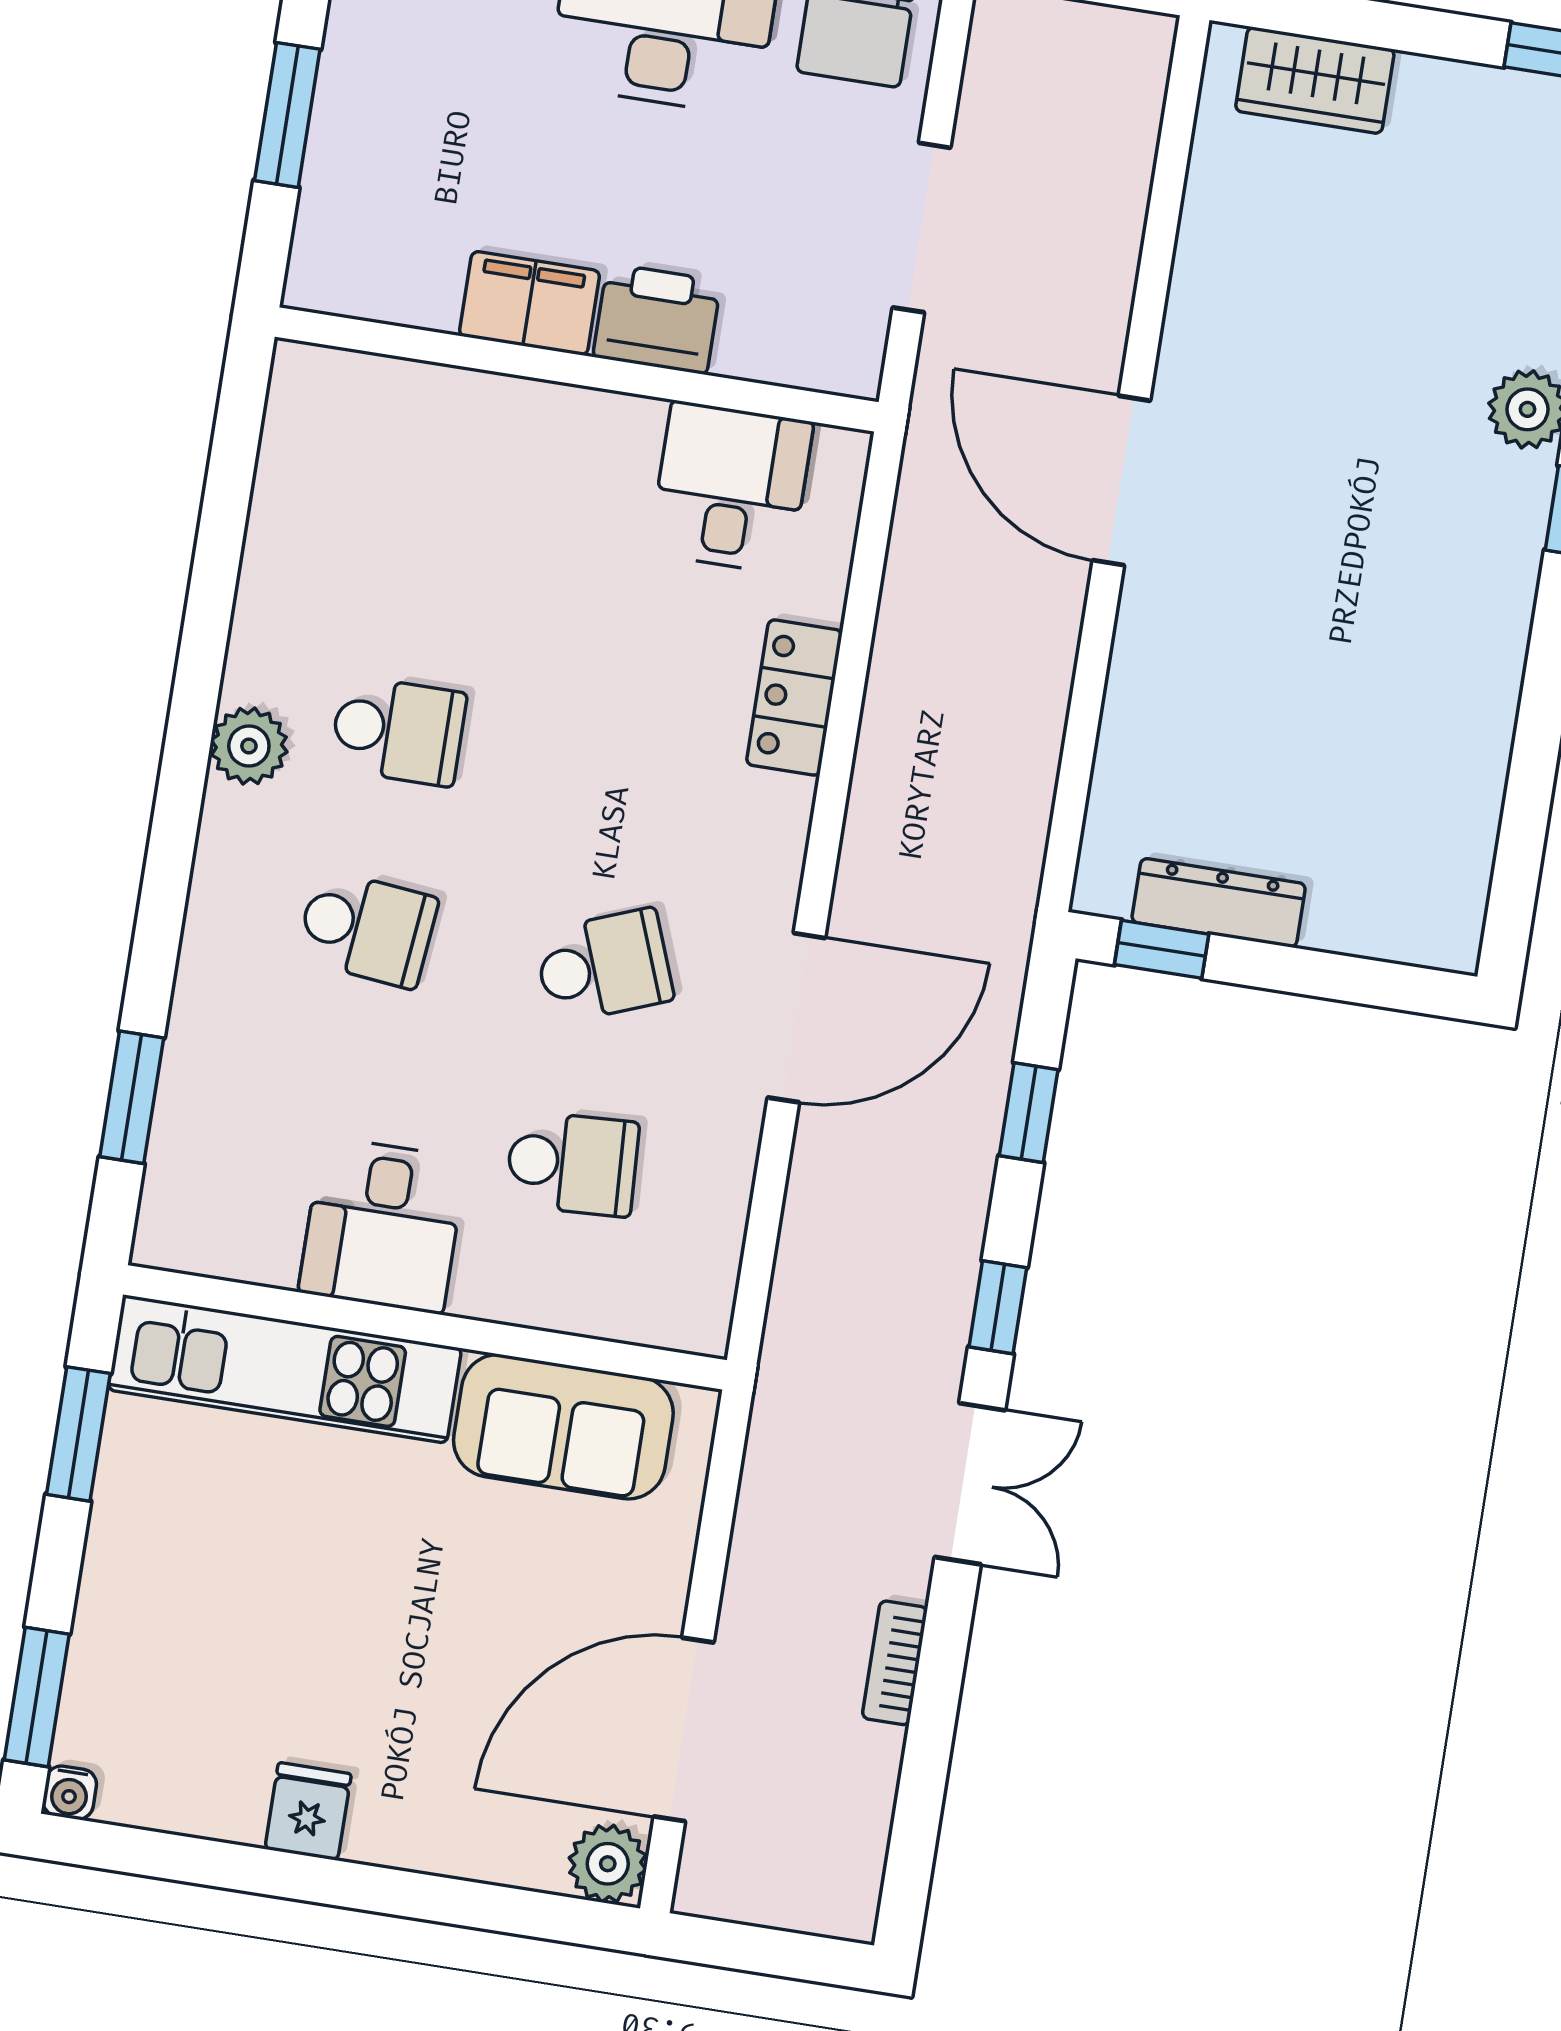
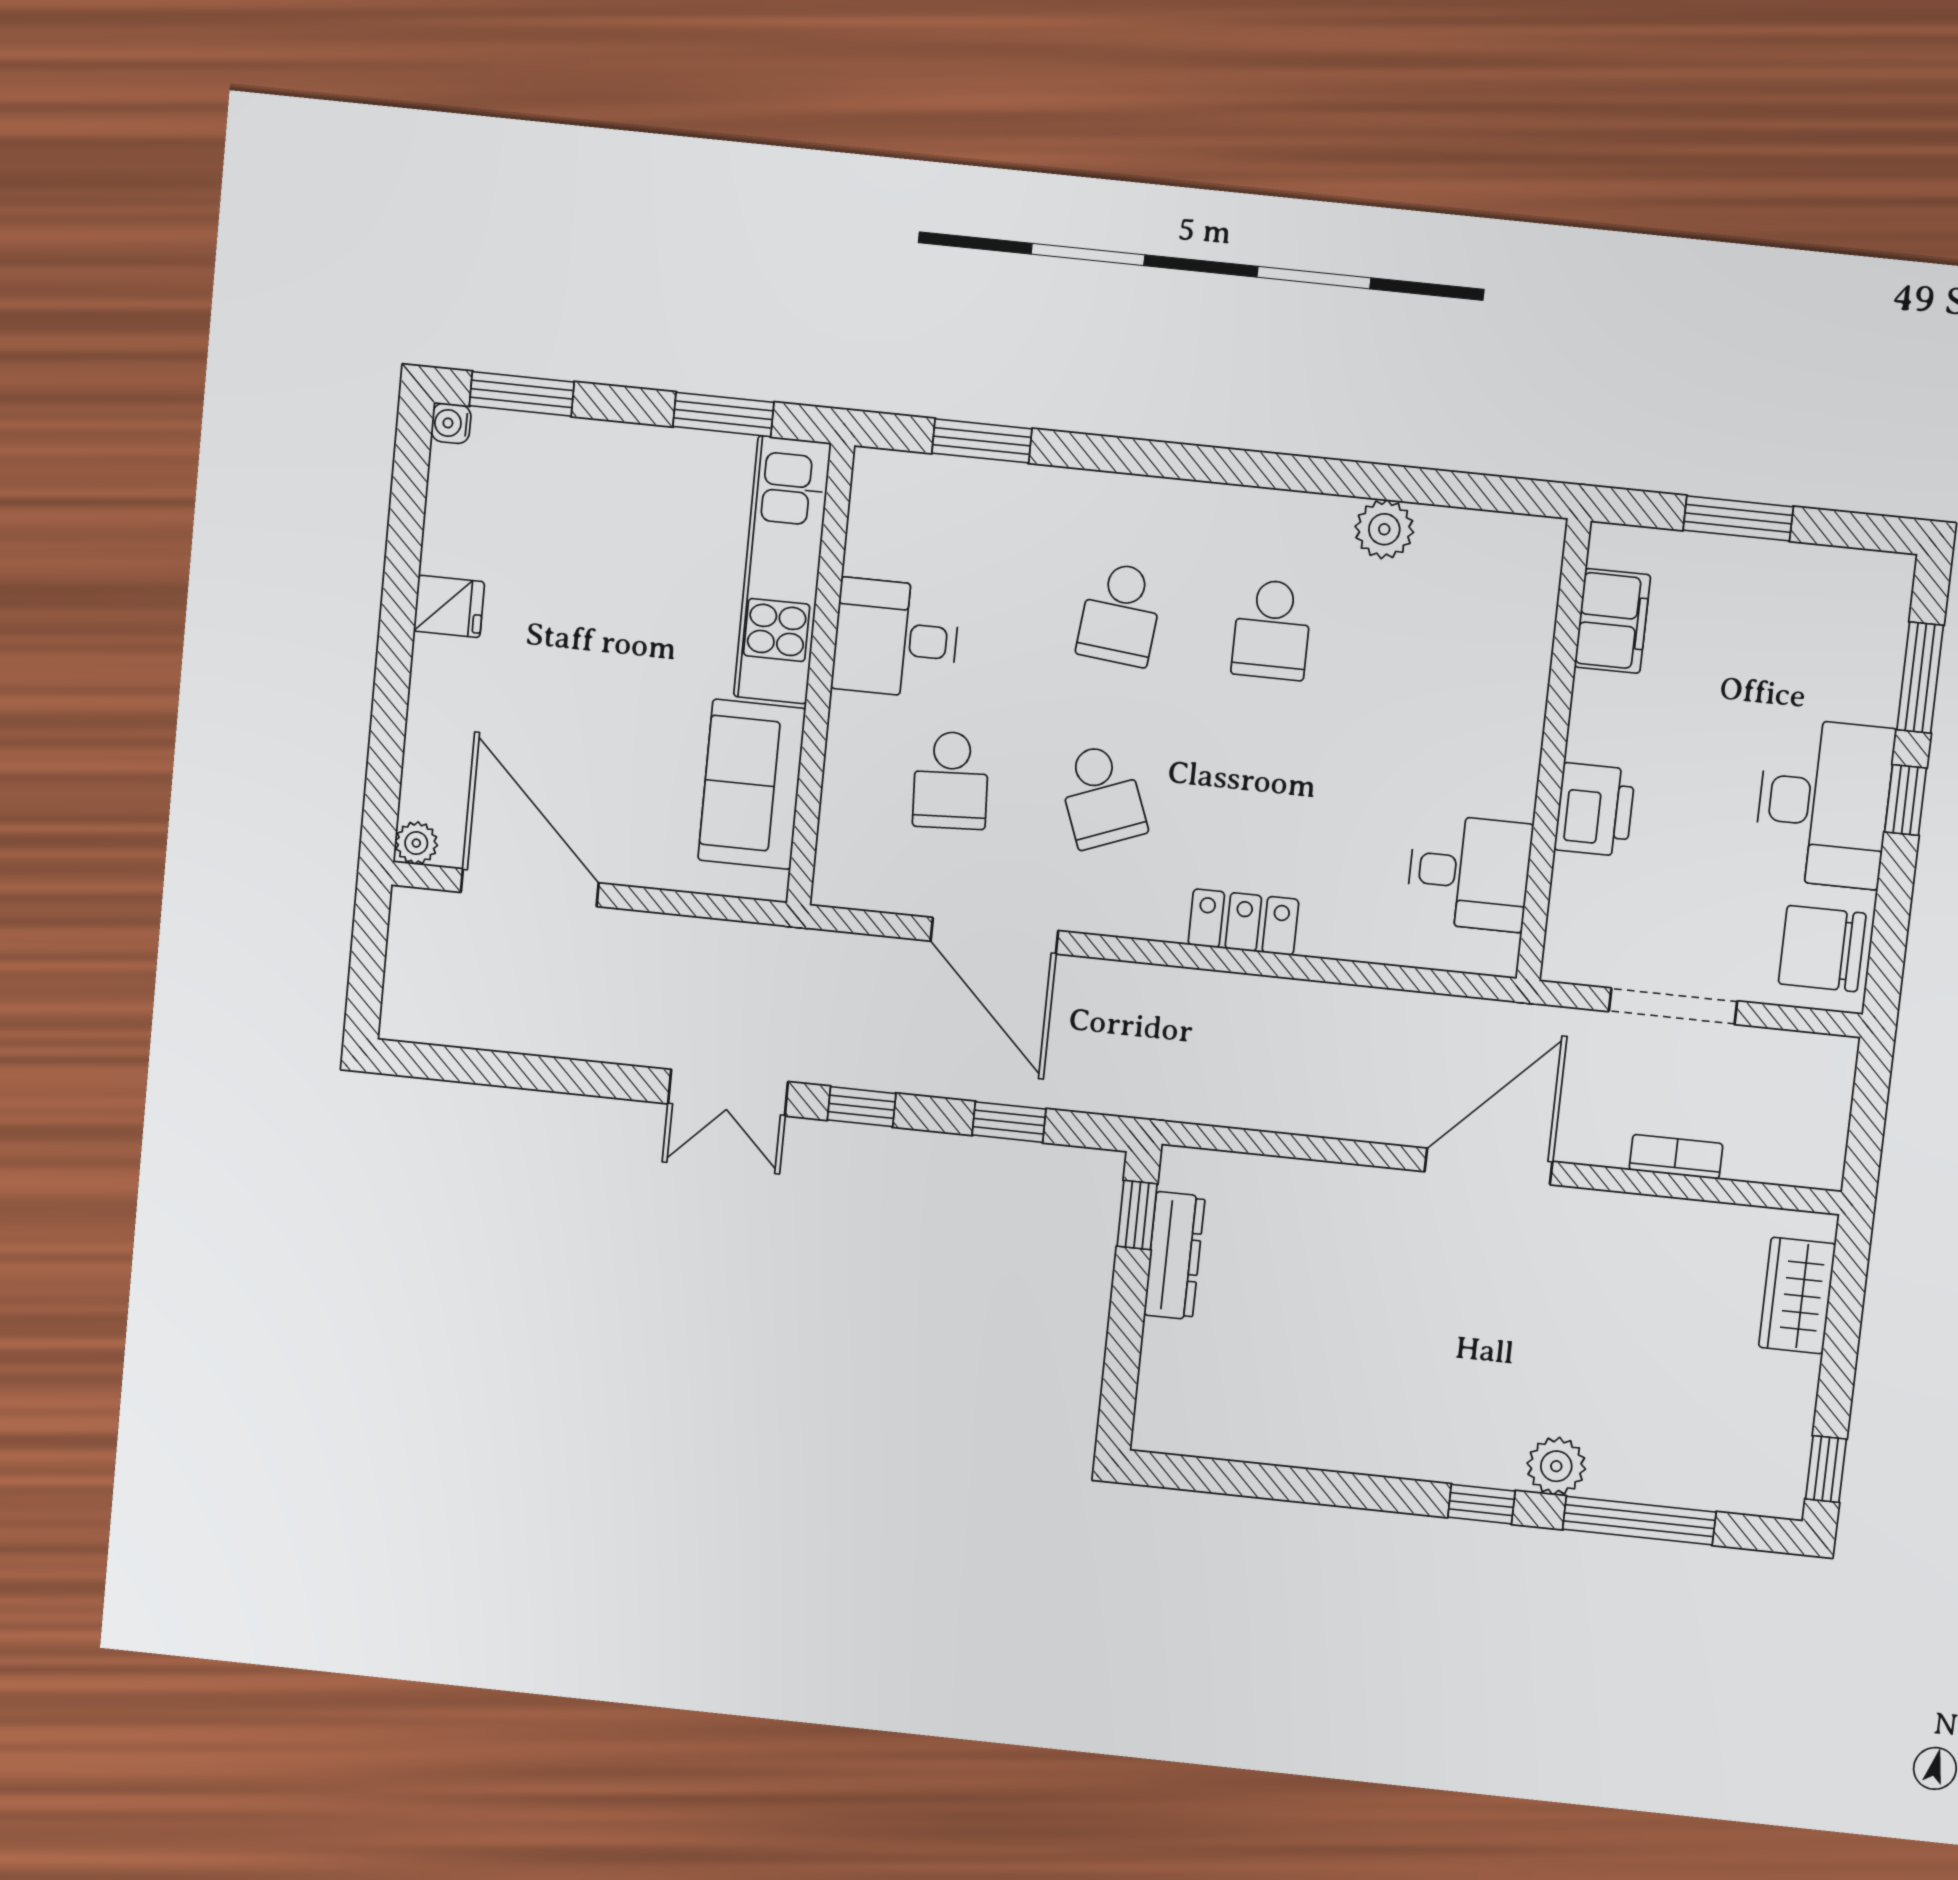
filing cabinet: (530, 303) -> (1612, 621), moved
locker: (794, 698) -> (1243, 922), moved
plant: (249, 746) -> (1384, 529), moved
door: (796, 1018) -> (994, 936), moved
bookcase: (895, 1663) -> (1676, 1157), moved
plant: (608, 1864) -> (416, 843), width x0.73, depth x0.73

